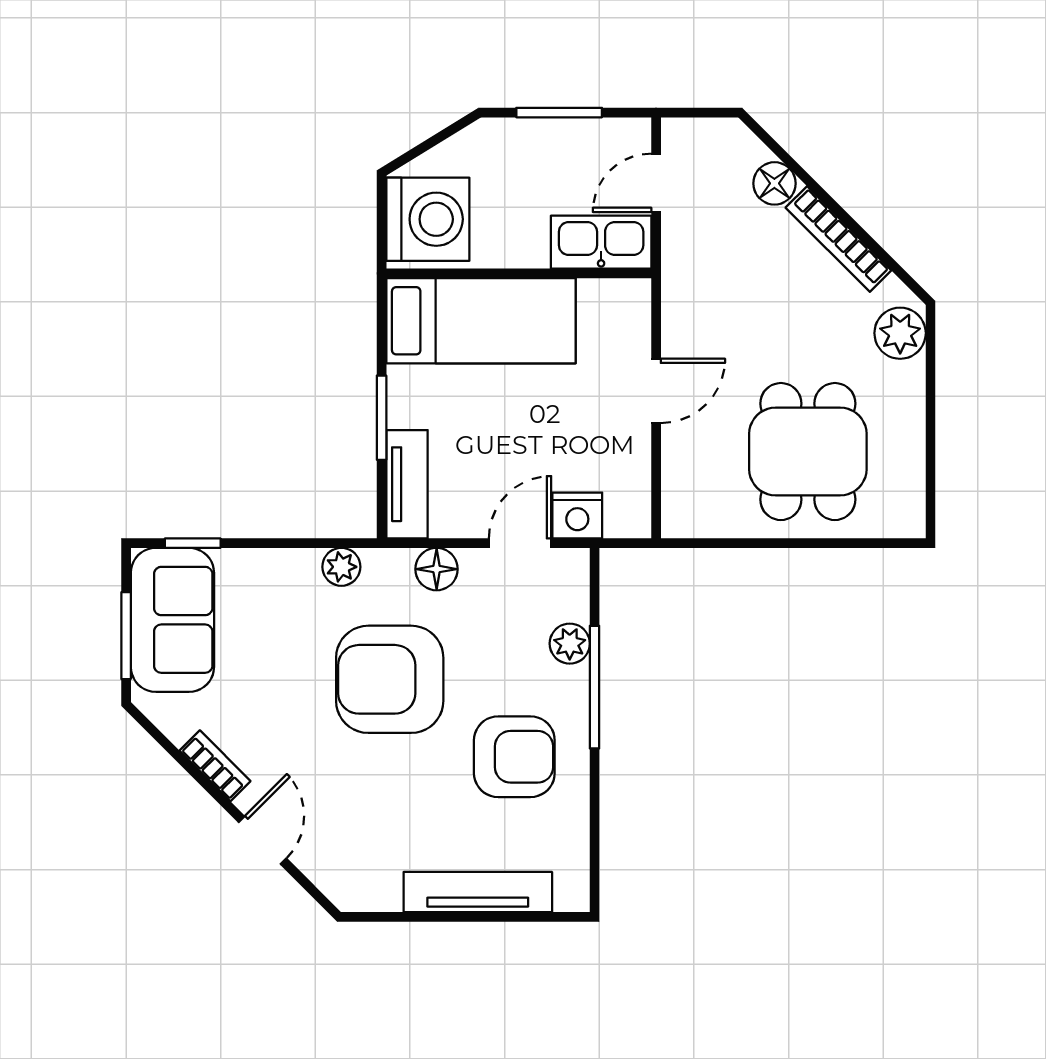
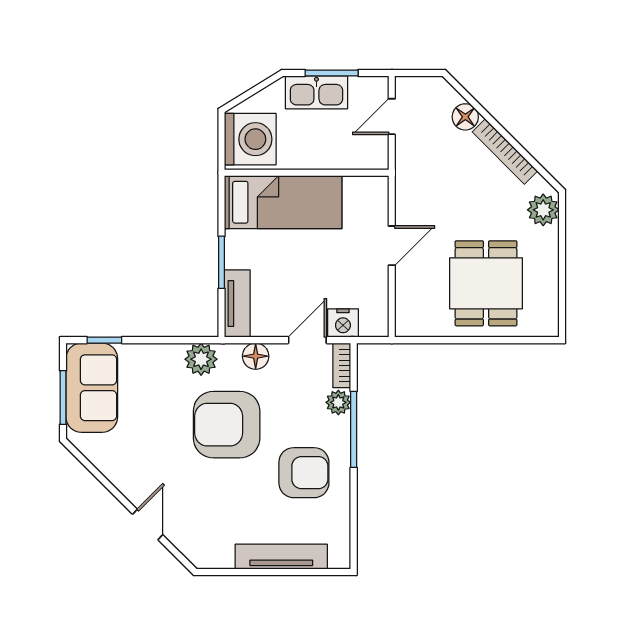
kitchen sink: (601, 242) -> (316, 92), moved, turned 180
plant: (341, 567) -> (201, 359), width x1.38, depth x1.38
bookcase: (215, 766) -> (342, 365), moved, turned -135

